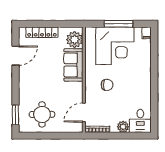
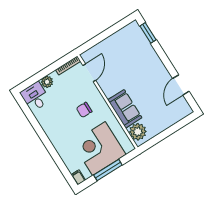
locker: (42, 32) -> (171, 120), removed
round table: (42, 114) -> (125, 48), removed

